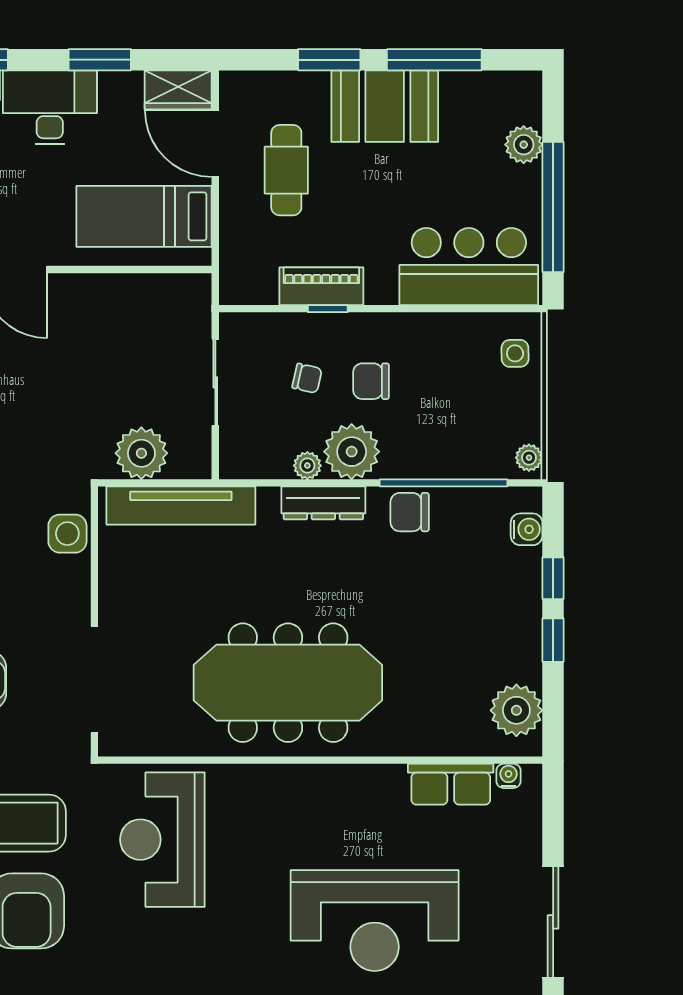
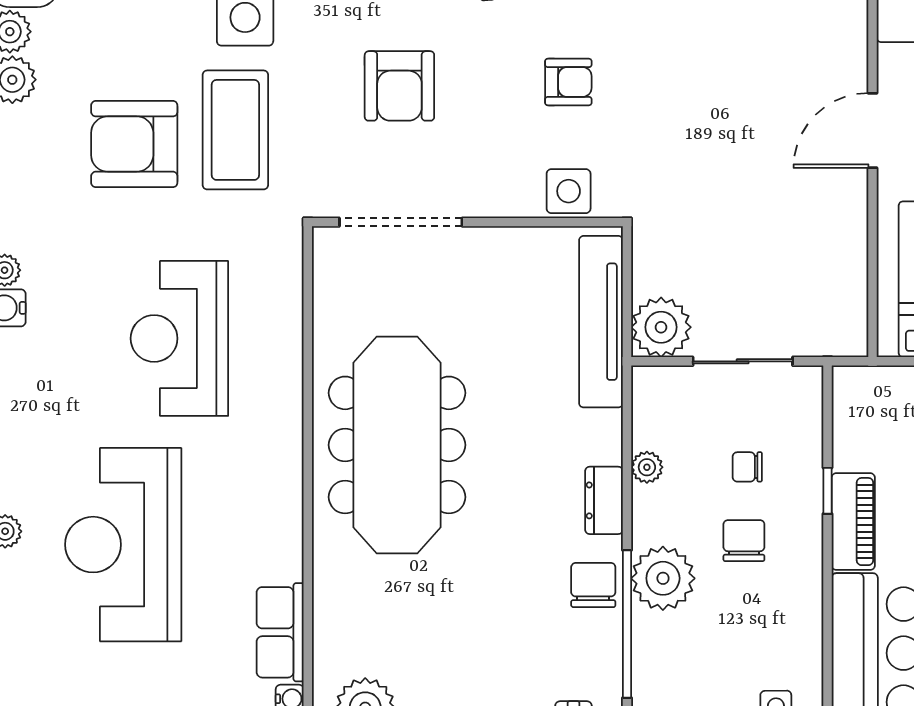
piano: (321, 286) -> (853, 522), moved
chair: (307, 378) -> (747, 467), turned 77
plant: (352, 452) -> (663, 578), moved
plant: (141, 453) -> (661, 327), moved
dresser: (323, 503) -> (604, 500), width x0.70
reception desk: (162, 840) -> (179, 338), moved, turned -90

